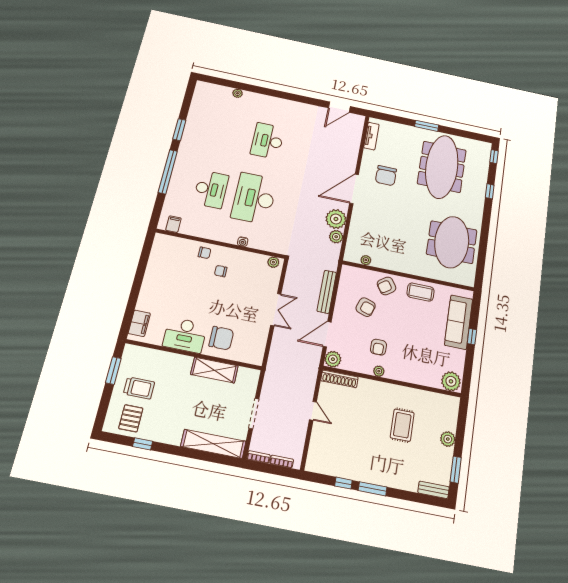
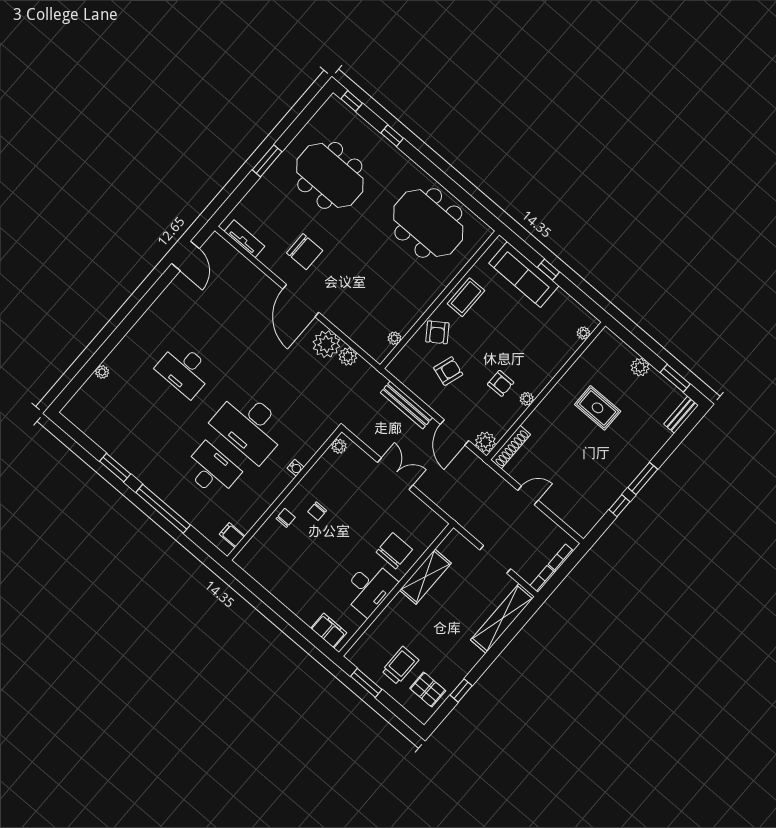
meeting table: (442, 167) -> (330, 175), width x0.73
plant: (451, 381) -> (583, 333), width x0.53, depth x0.53

